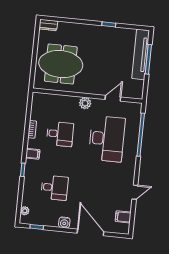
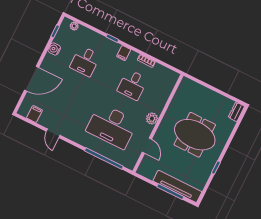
meeting table: (61, 64) -> (195, 135), moved, turned 90
water cooler: (64, 223) -> (54, 49), moved

